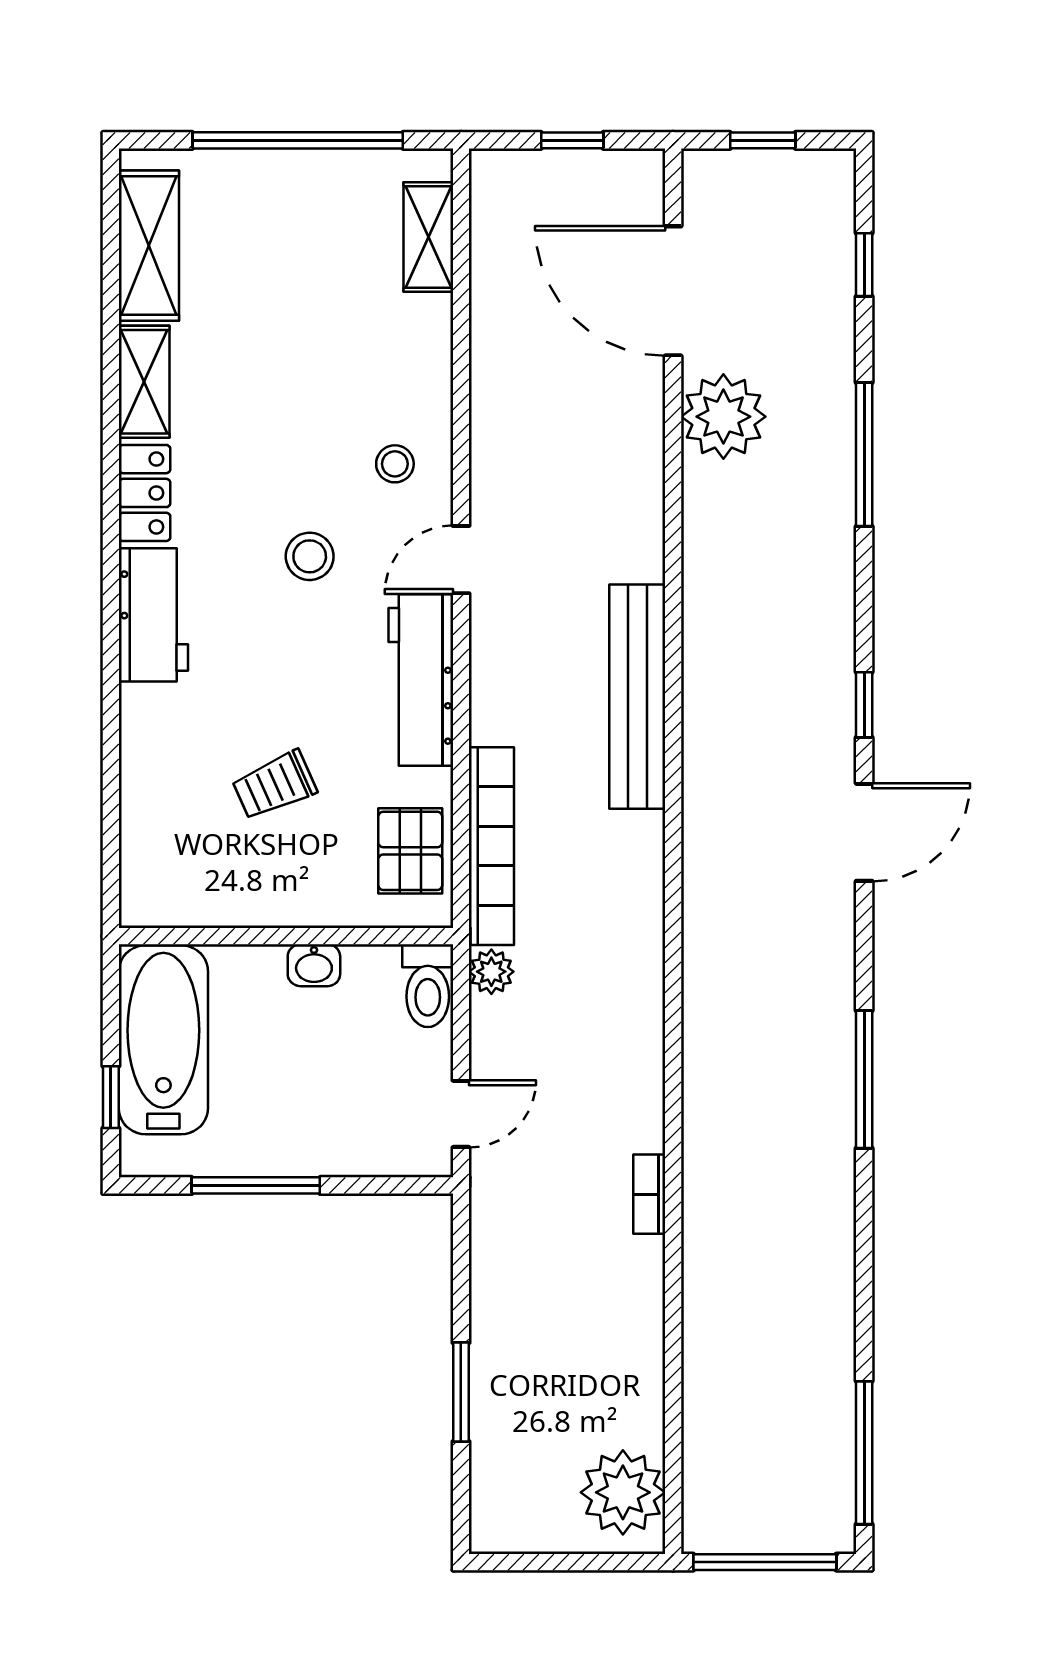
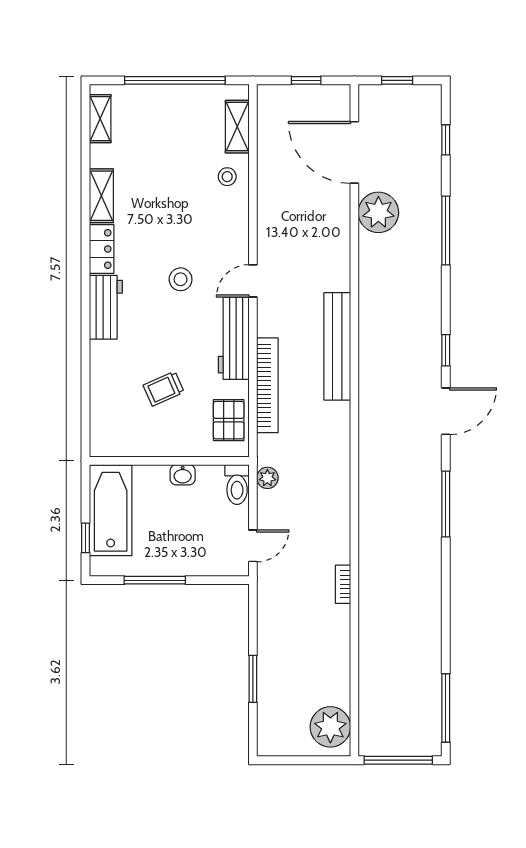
shelving: (149, 246) -> (100, 119), width x0.67, depth x0.75
stool: (395, 464) -> (227, 177), moved
bookcase: (491, 846) -> (267, 385), moved
window: (864, 1079) -> (446, 504), moved

